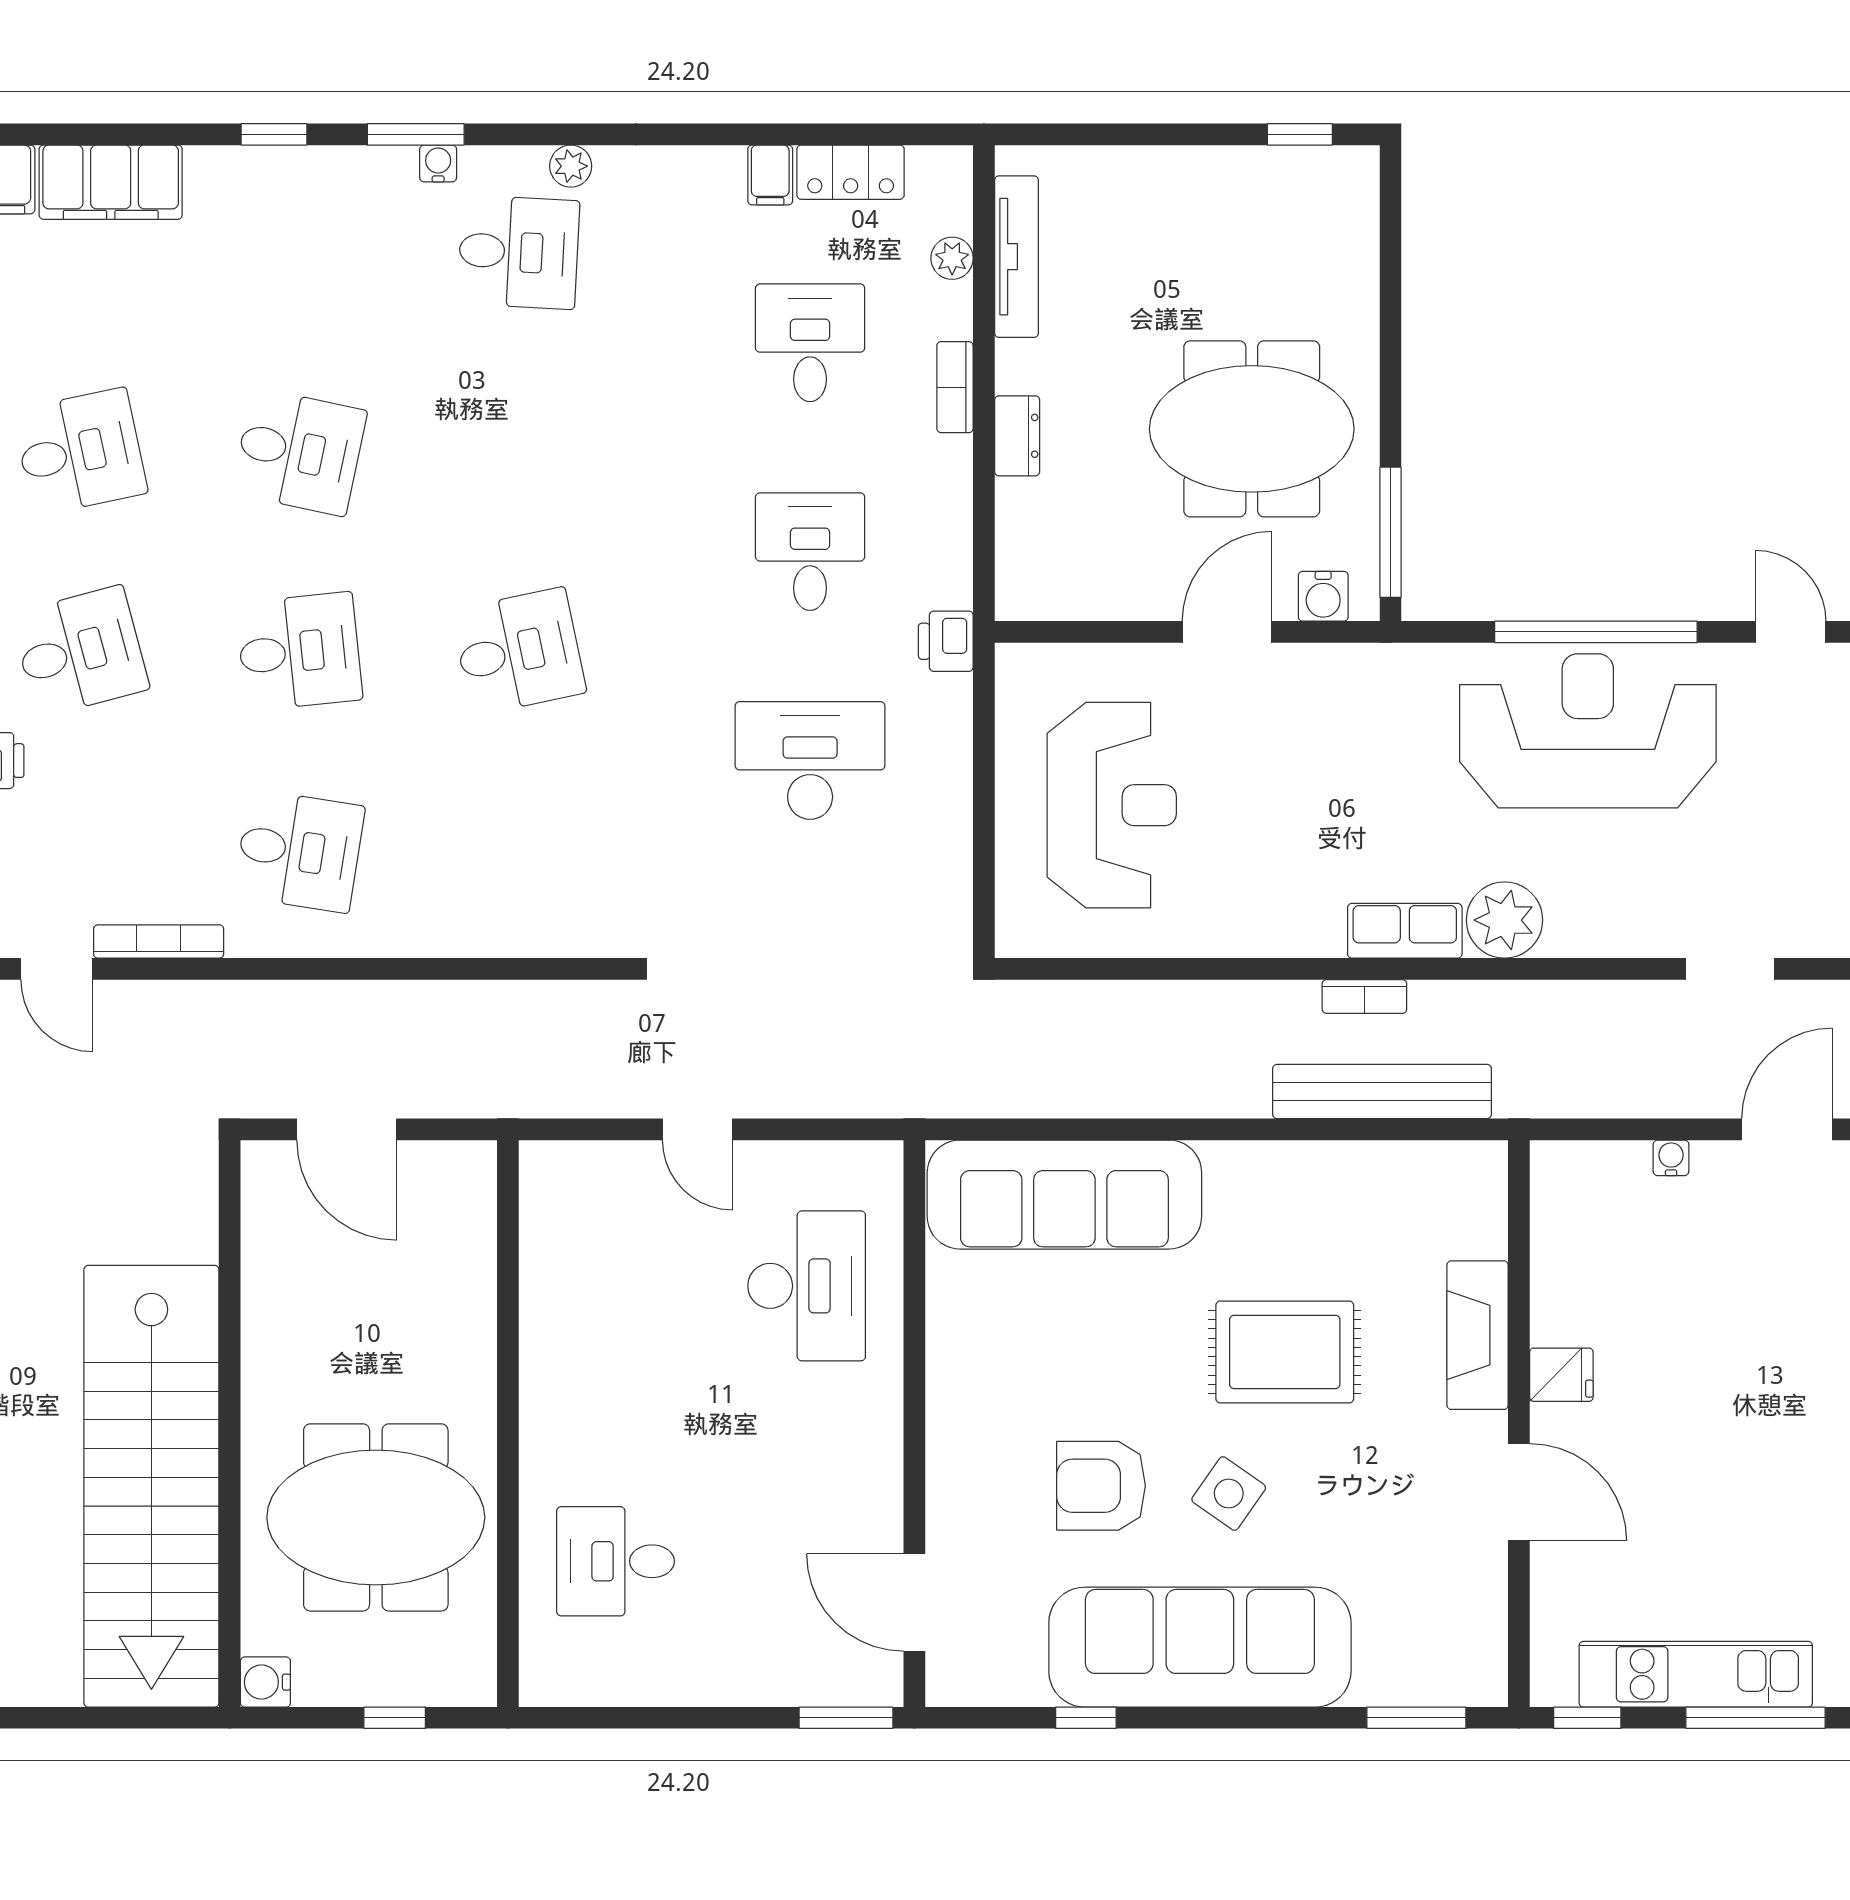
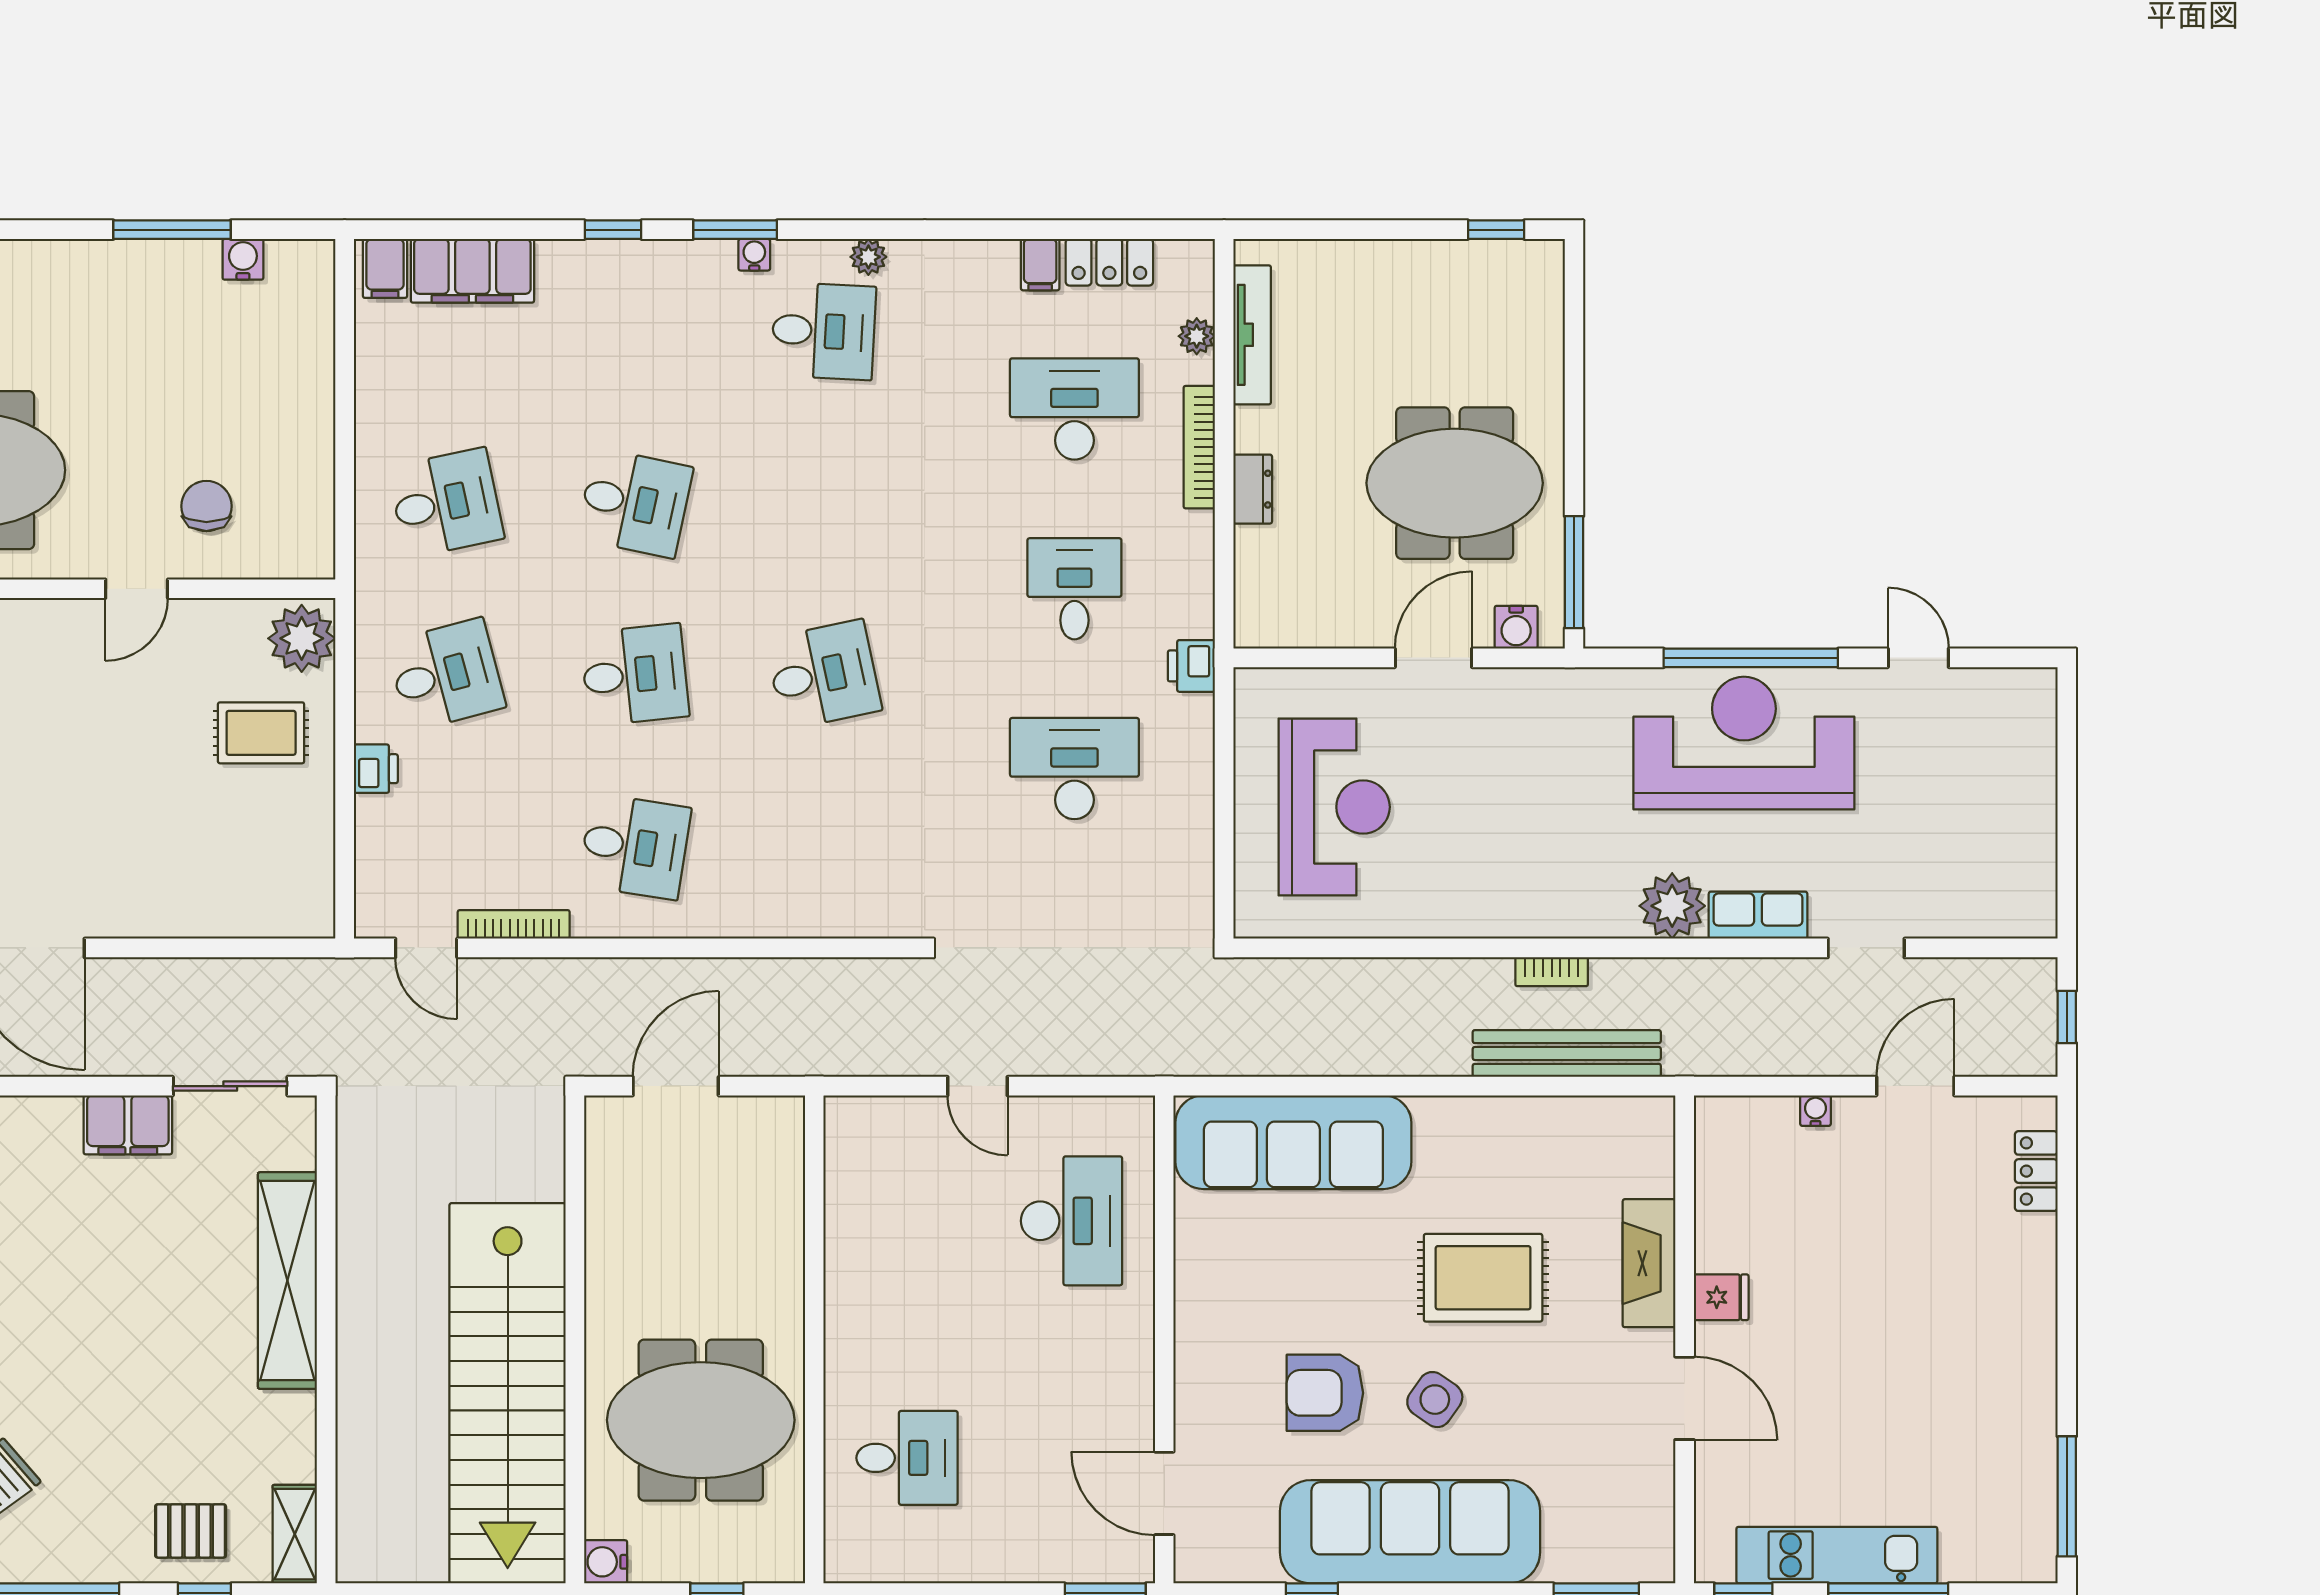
desk: (810, 343) -> (1074, 409), width x1.37
bookcase: (955, 387) -> (1199, 447), width x1.56
row of seats: (1405, 931) -> (1758, 915), moved
door: (347, 1129) -> (676, 1086), swing flipped
desk: (616, 1561) -> (907, 1458), turned 180

